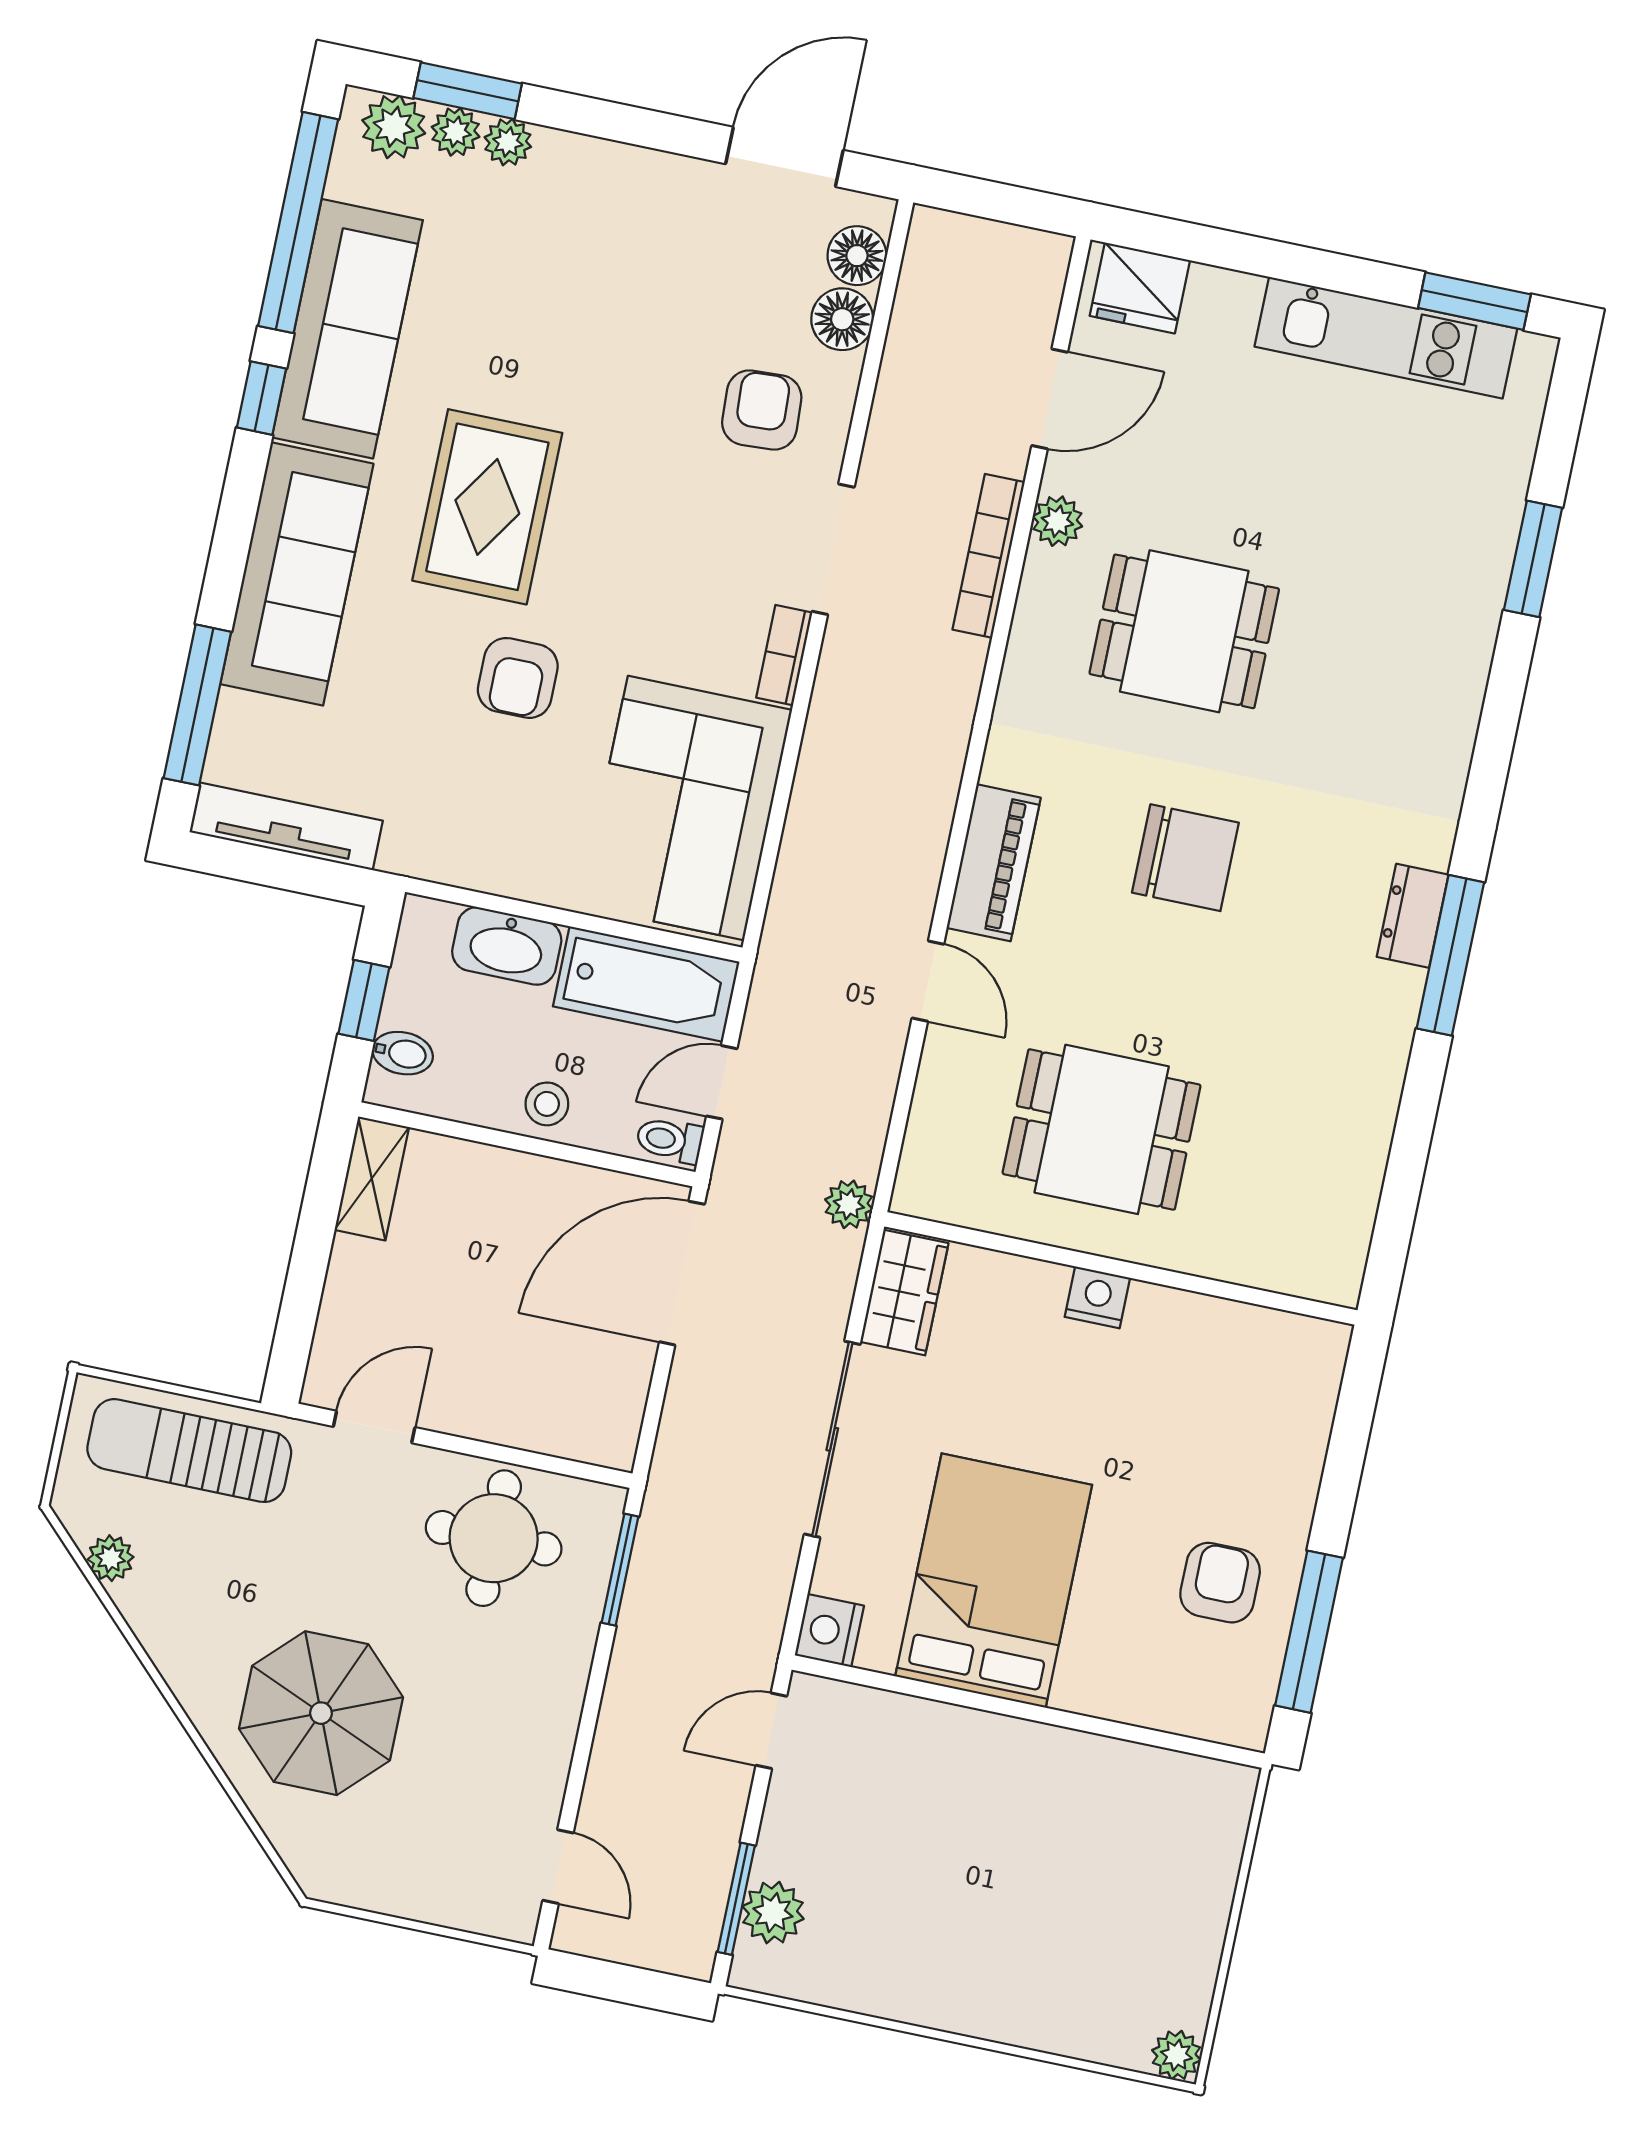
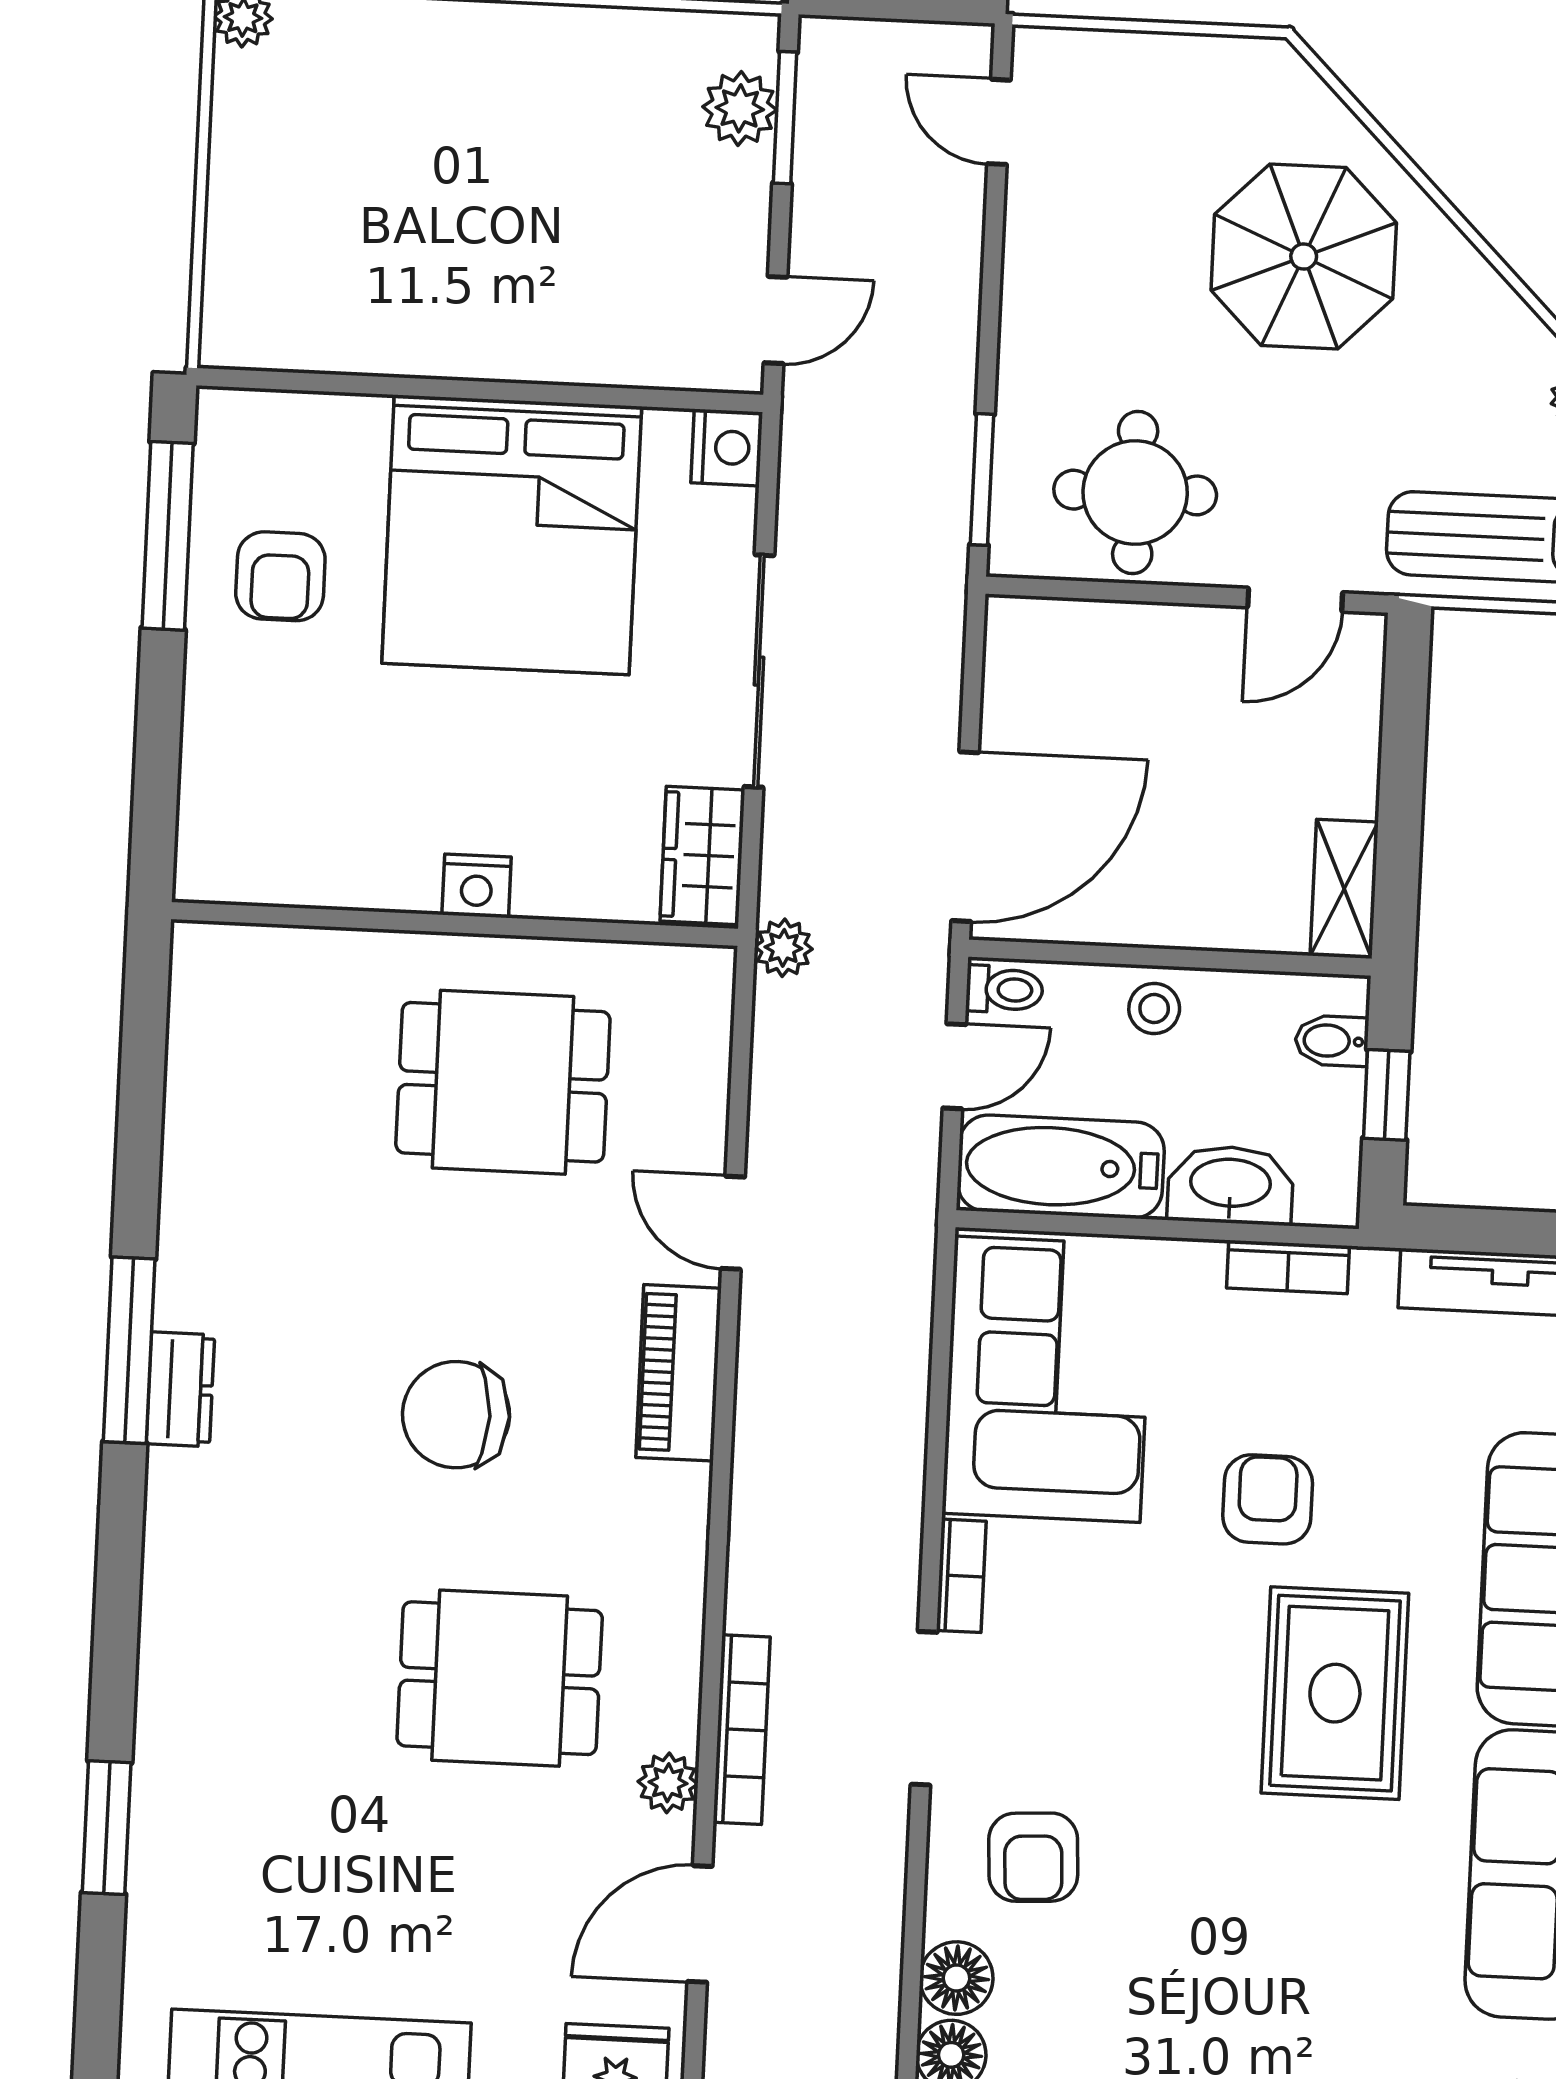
bookcase: (470, 870) -> (1288, 1267), added
bed: (994, 1581) -> (512, 535), width x1.36

